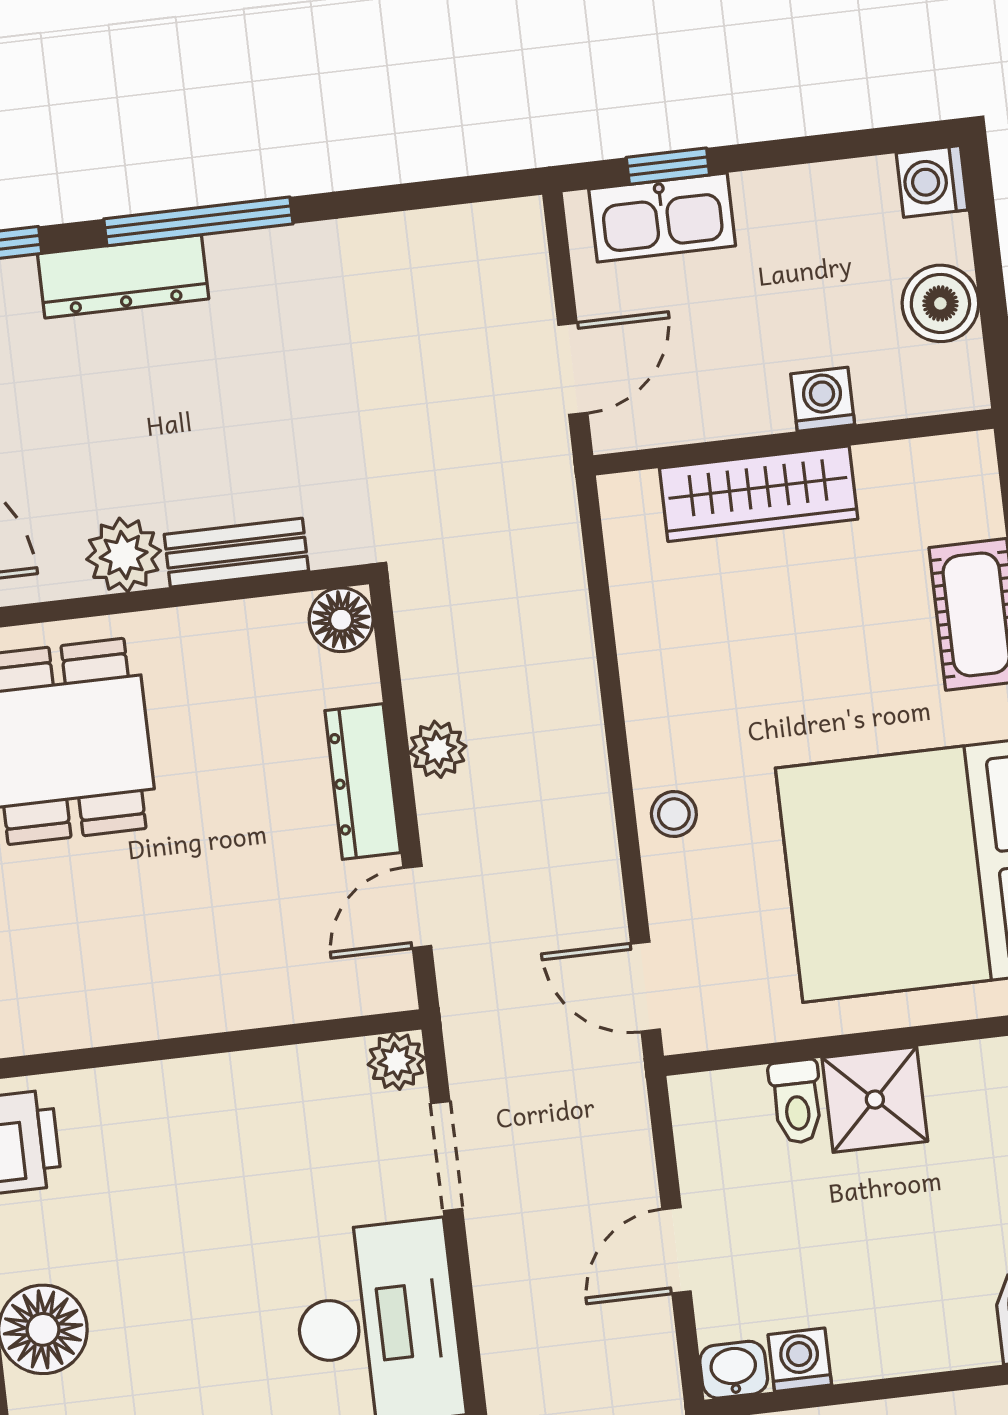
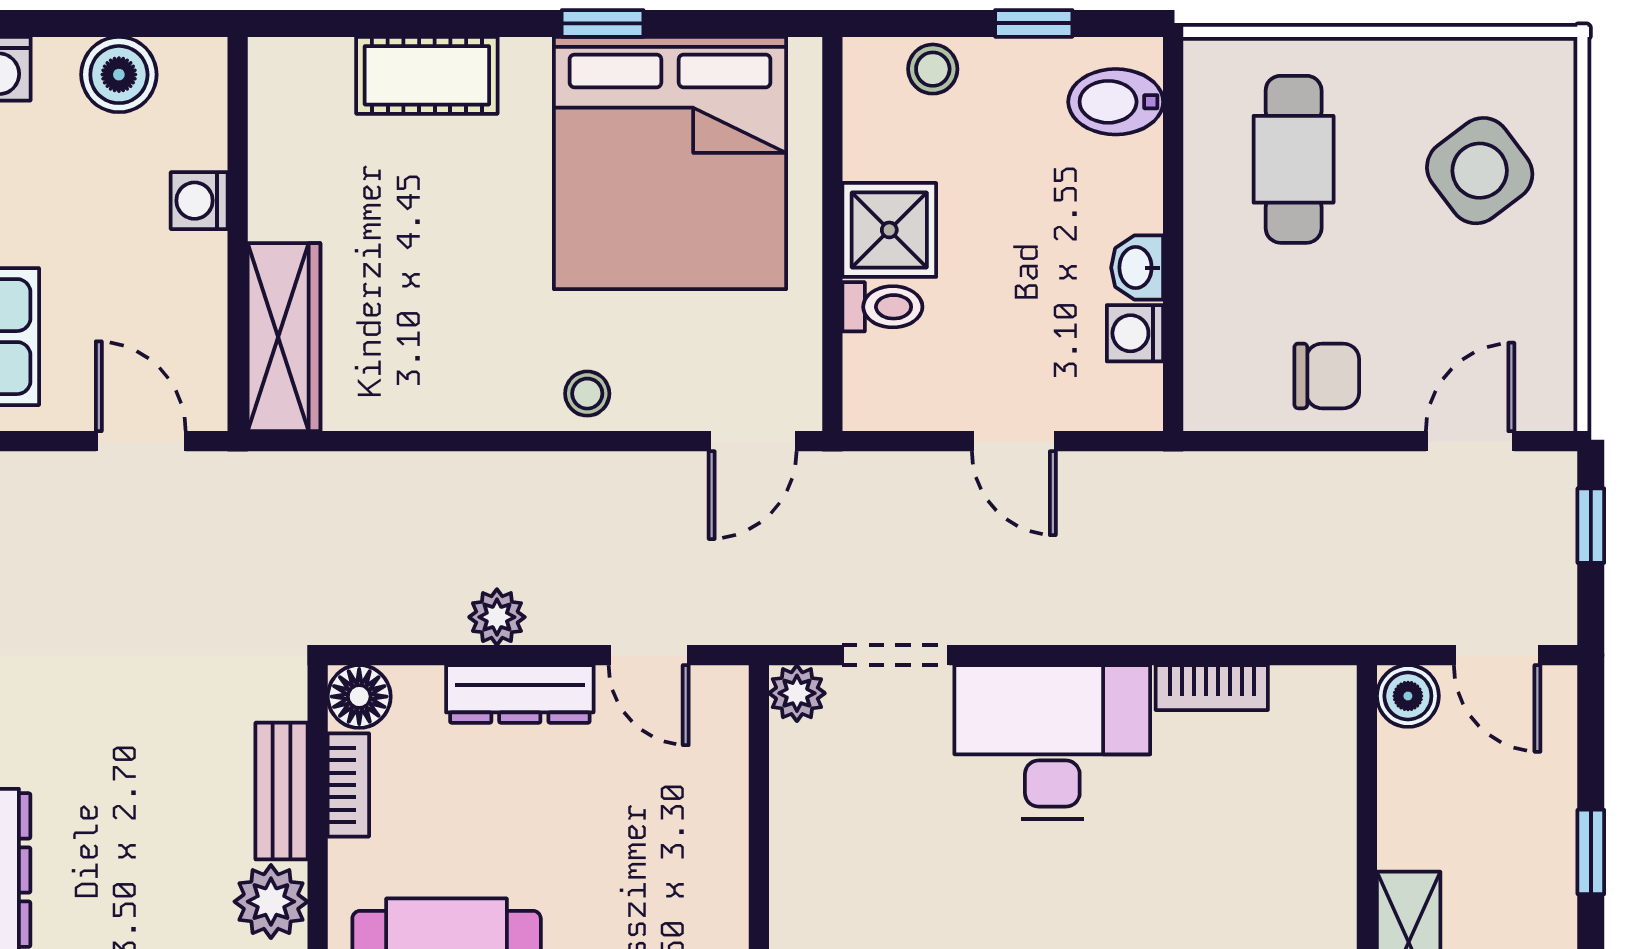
wardrobe: (759, 494) -> (284, 337), moved
bookcase: (251, 619) -> (348, 785), added
washbasin: (734, 1370) -> (1137, 268), moved

